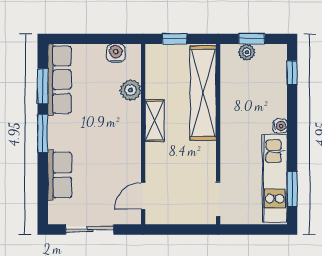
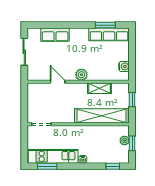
plant: (130, 90) -> (81, 75), moved
shelving: (154, 120) -> (99, 88), moved
window: (43, 133) -> (79, 25), removed
door: (143, 196) -> (58, 82), moved

